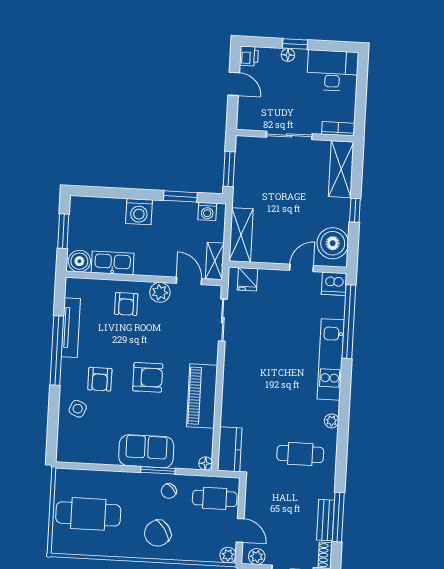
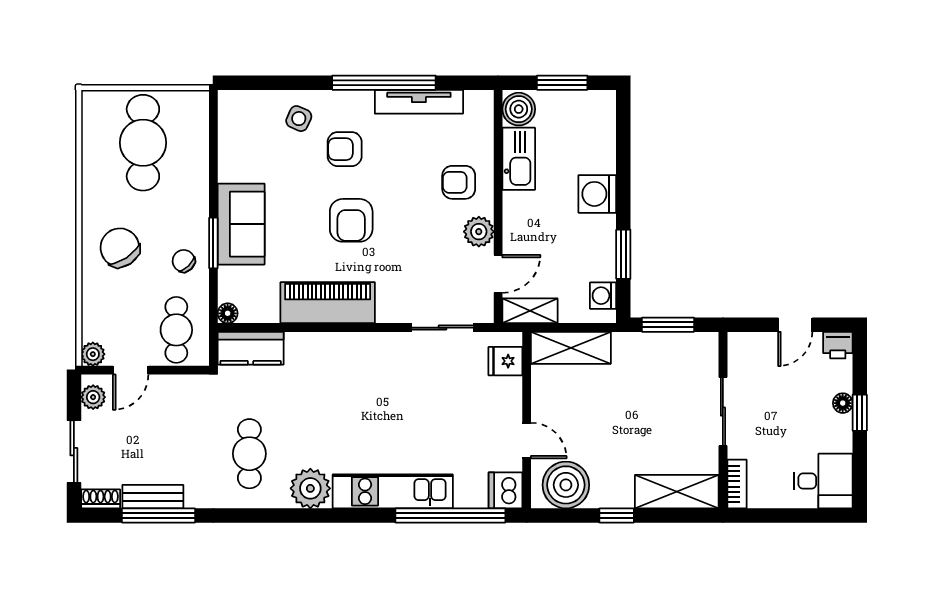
desk: (333, 71) -> (823, 481), width x0.73
plant: (332, 421) -> (310, 488), width x1.88, depth x1.88

